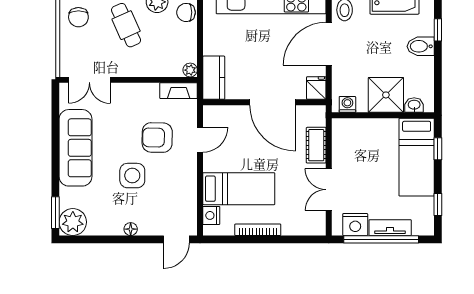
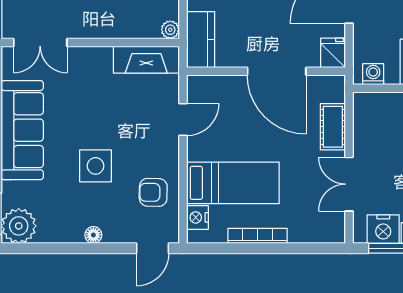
fireplace: (179, 91) -> (146, 60), width x1.37, depth x1.32
armchair: (157, 138) -> (153, 192), moved, width x0.72, depth x0.72

